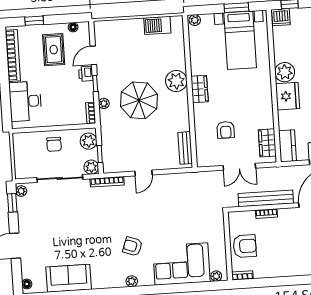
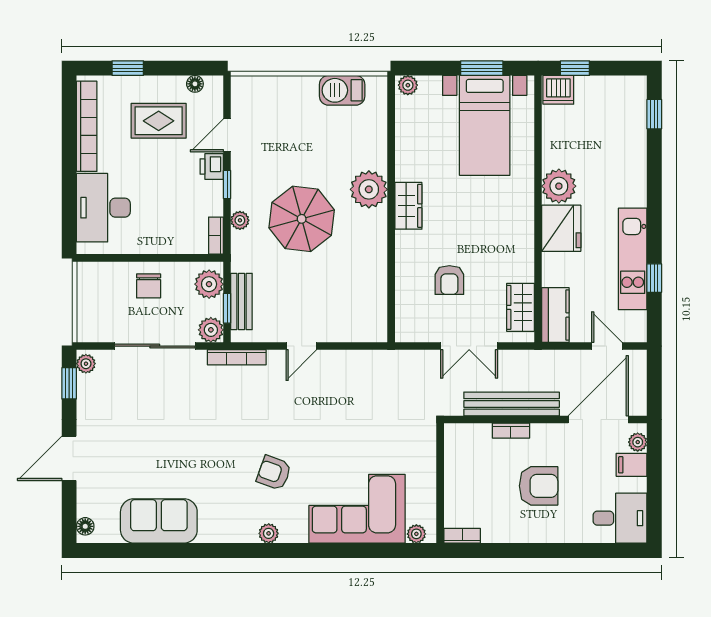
rug: (54, 50) -> (159, 121), turned 90
bench: (185, 148) -> (241, 301), moved
armchair: (245, 246) -> (539, 486), moved

